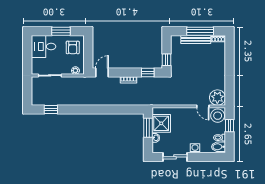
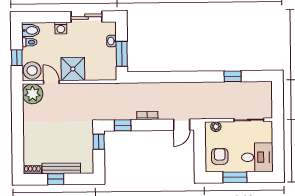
window: (200, 31) -> (56, 179), width x0.46
window: (51, 109) -> (233, 76), moved
shower: (161, 123) -> (73, 69), moved

